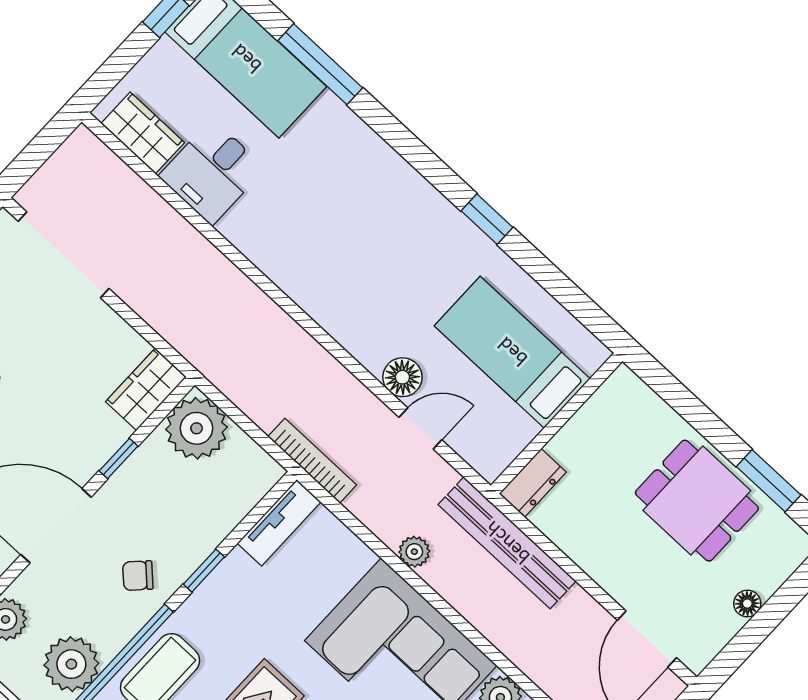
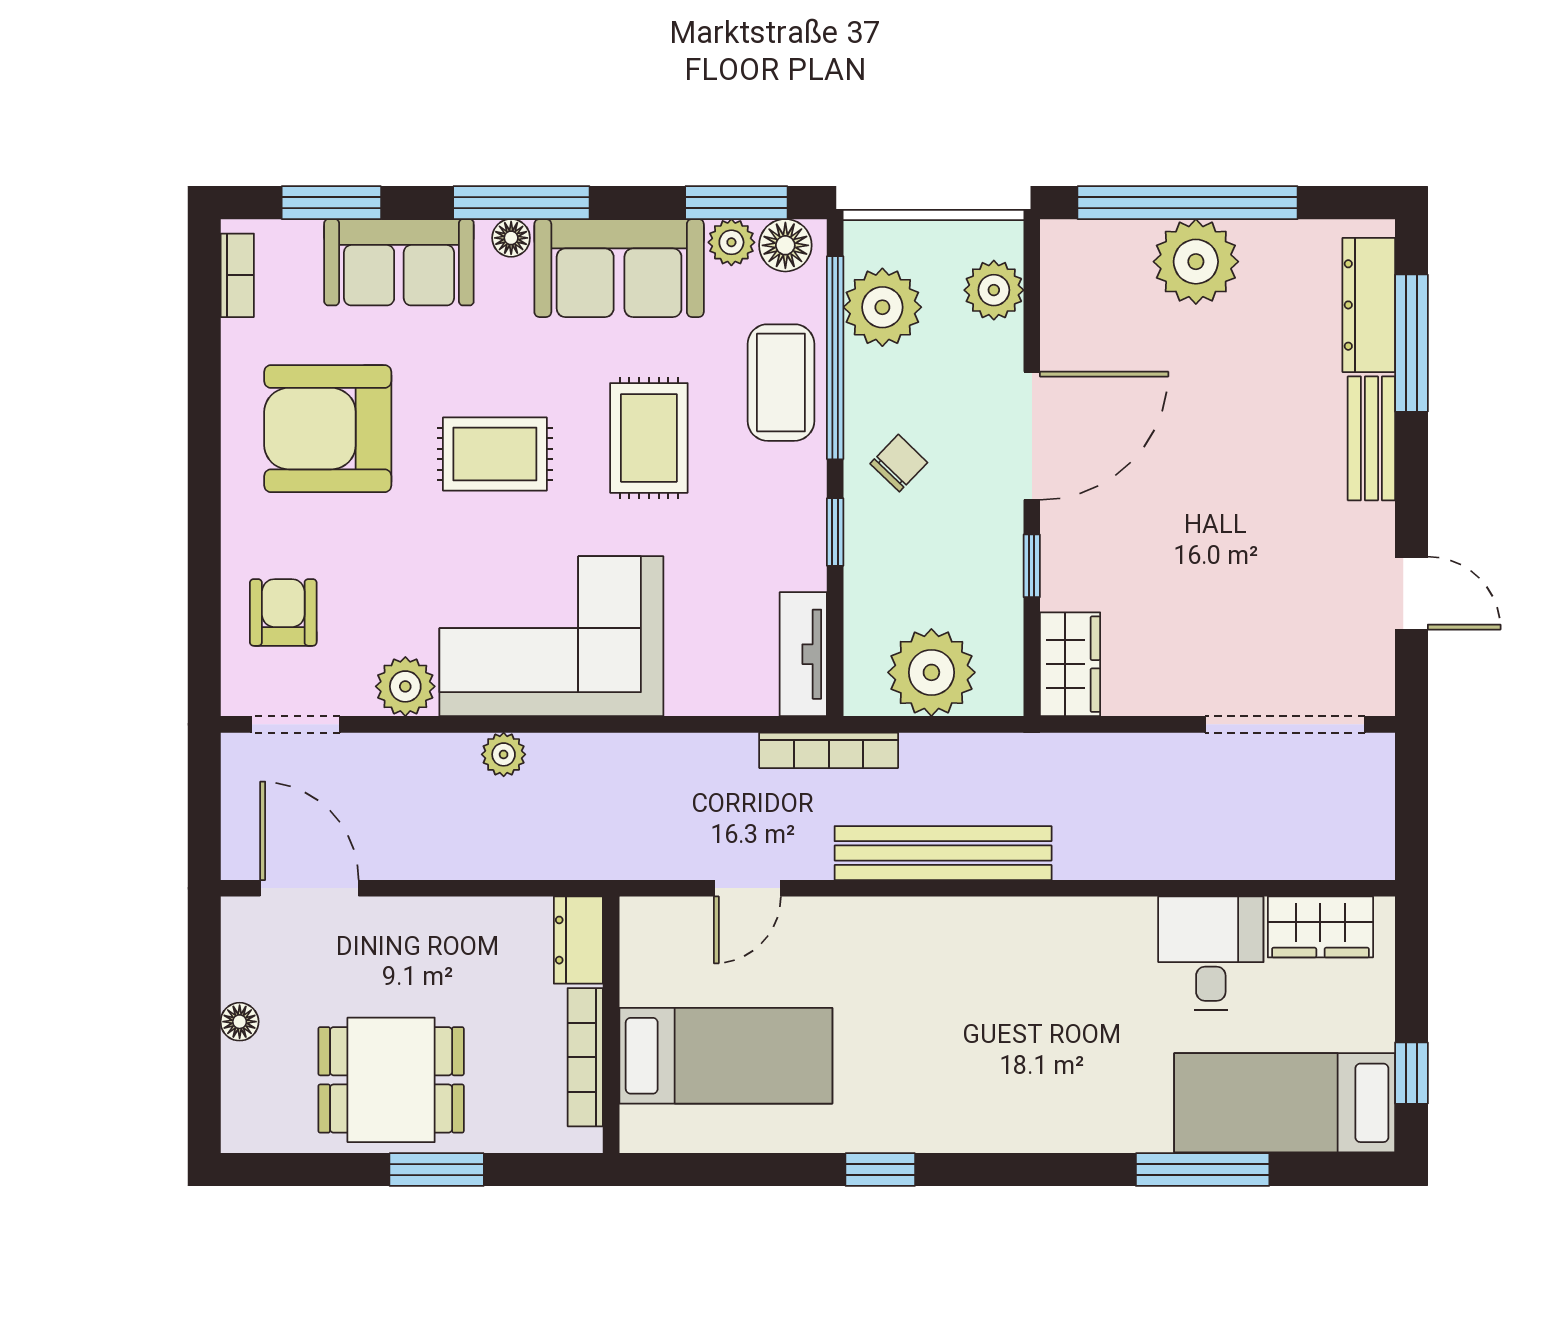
floor lamp: (402, 377) -> (815, 924), removed
bookcase: (586, 419) -> (585, 1057), added
plant: (197, 428) -> (931, 672), moved
window: (769, 481) -> (437, 1170), moved
bench: (507, 543) -> (943, 853), moved
plant: (414, 552) -> (504, 754), moved

